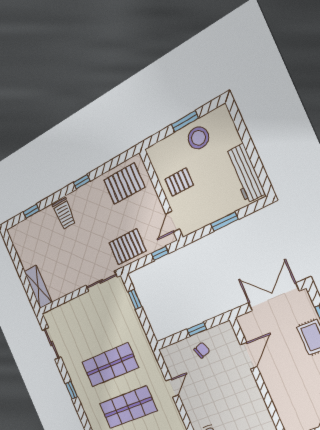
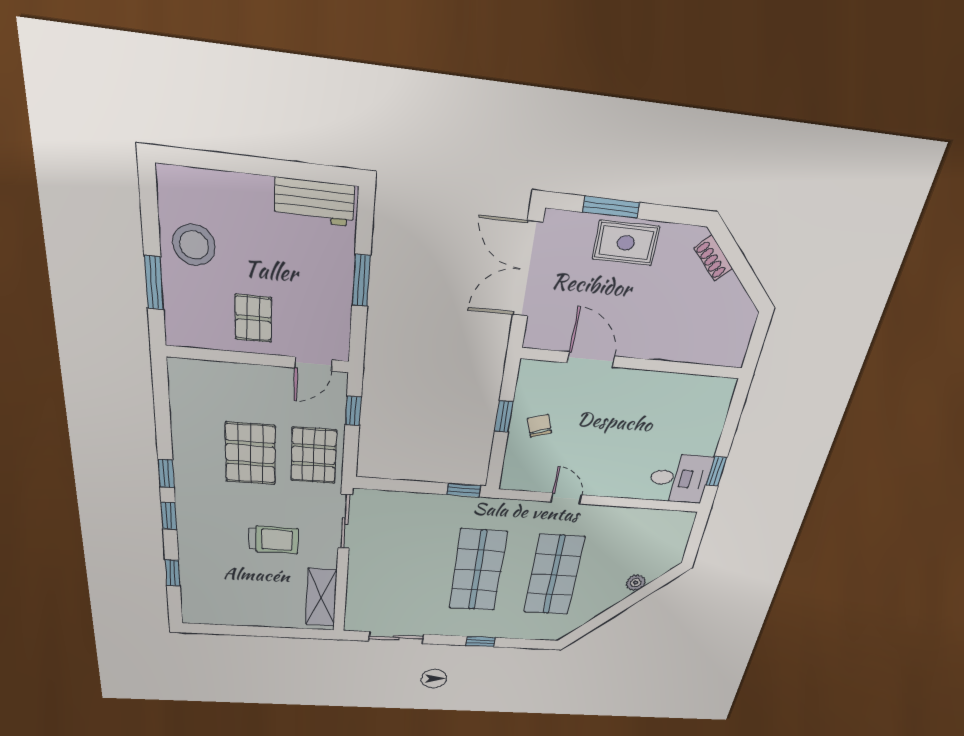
window: (185, 121) -> (154, 283), moved
workbench: (245, 173) -> (314, 202), width x0.73
pallet: (124, 184) -> (250, 454), moved
window: (61, 194) -> (169, 516), added
trolley: (64, 214) -> (274, 540), moved
door: (173, 222) -> (313, 364), hinge flipped
shelving: (38, 287) -> (321, 597), moved, turned 90
window: (135, 299) -> (464, 490), moved

